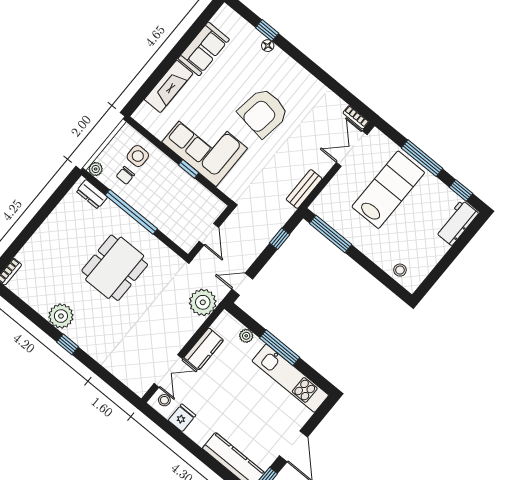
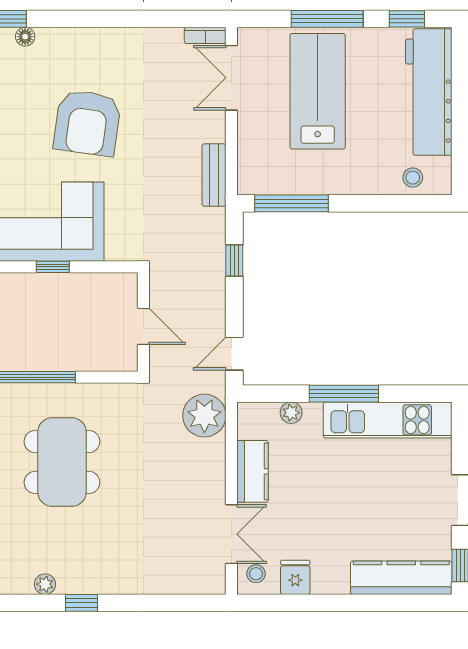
workbench: (457, 223) -> (429, 92), width x1.88, depth x1.32
plant: (61, 316) -> (45, 584), width x0.53, depth x0.53

